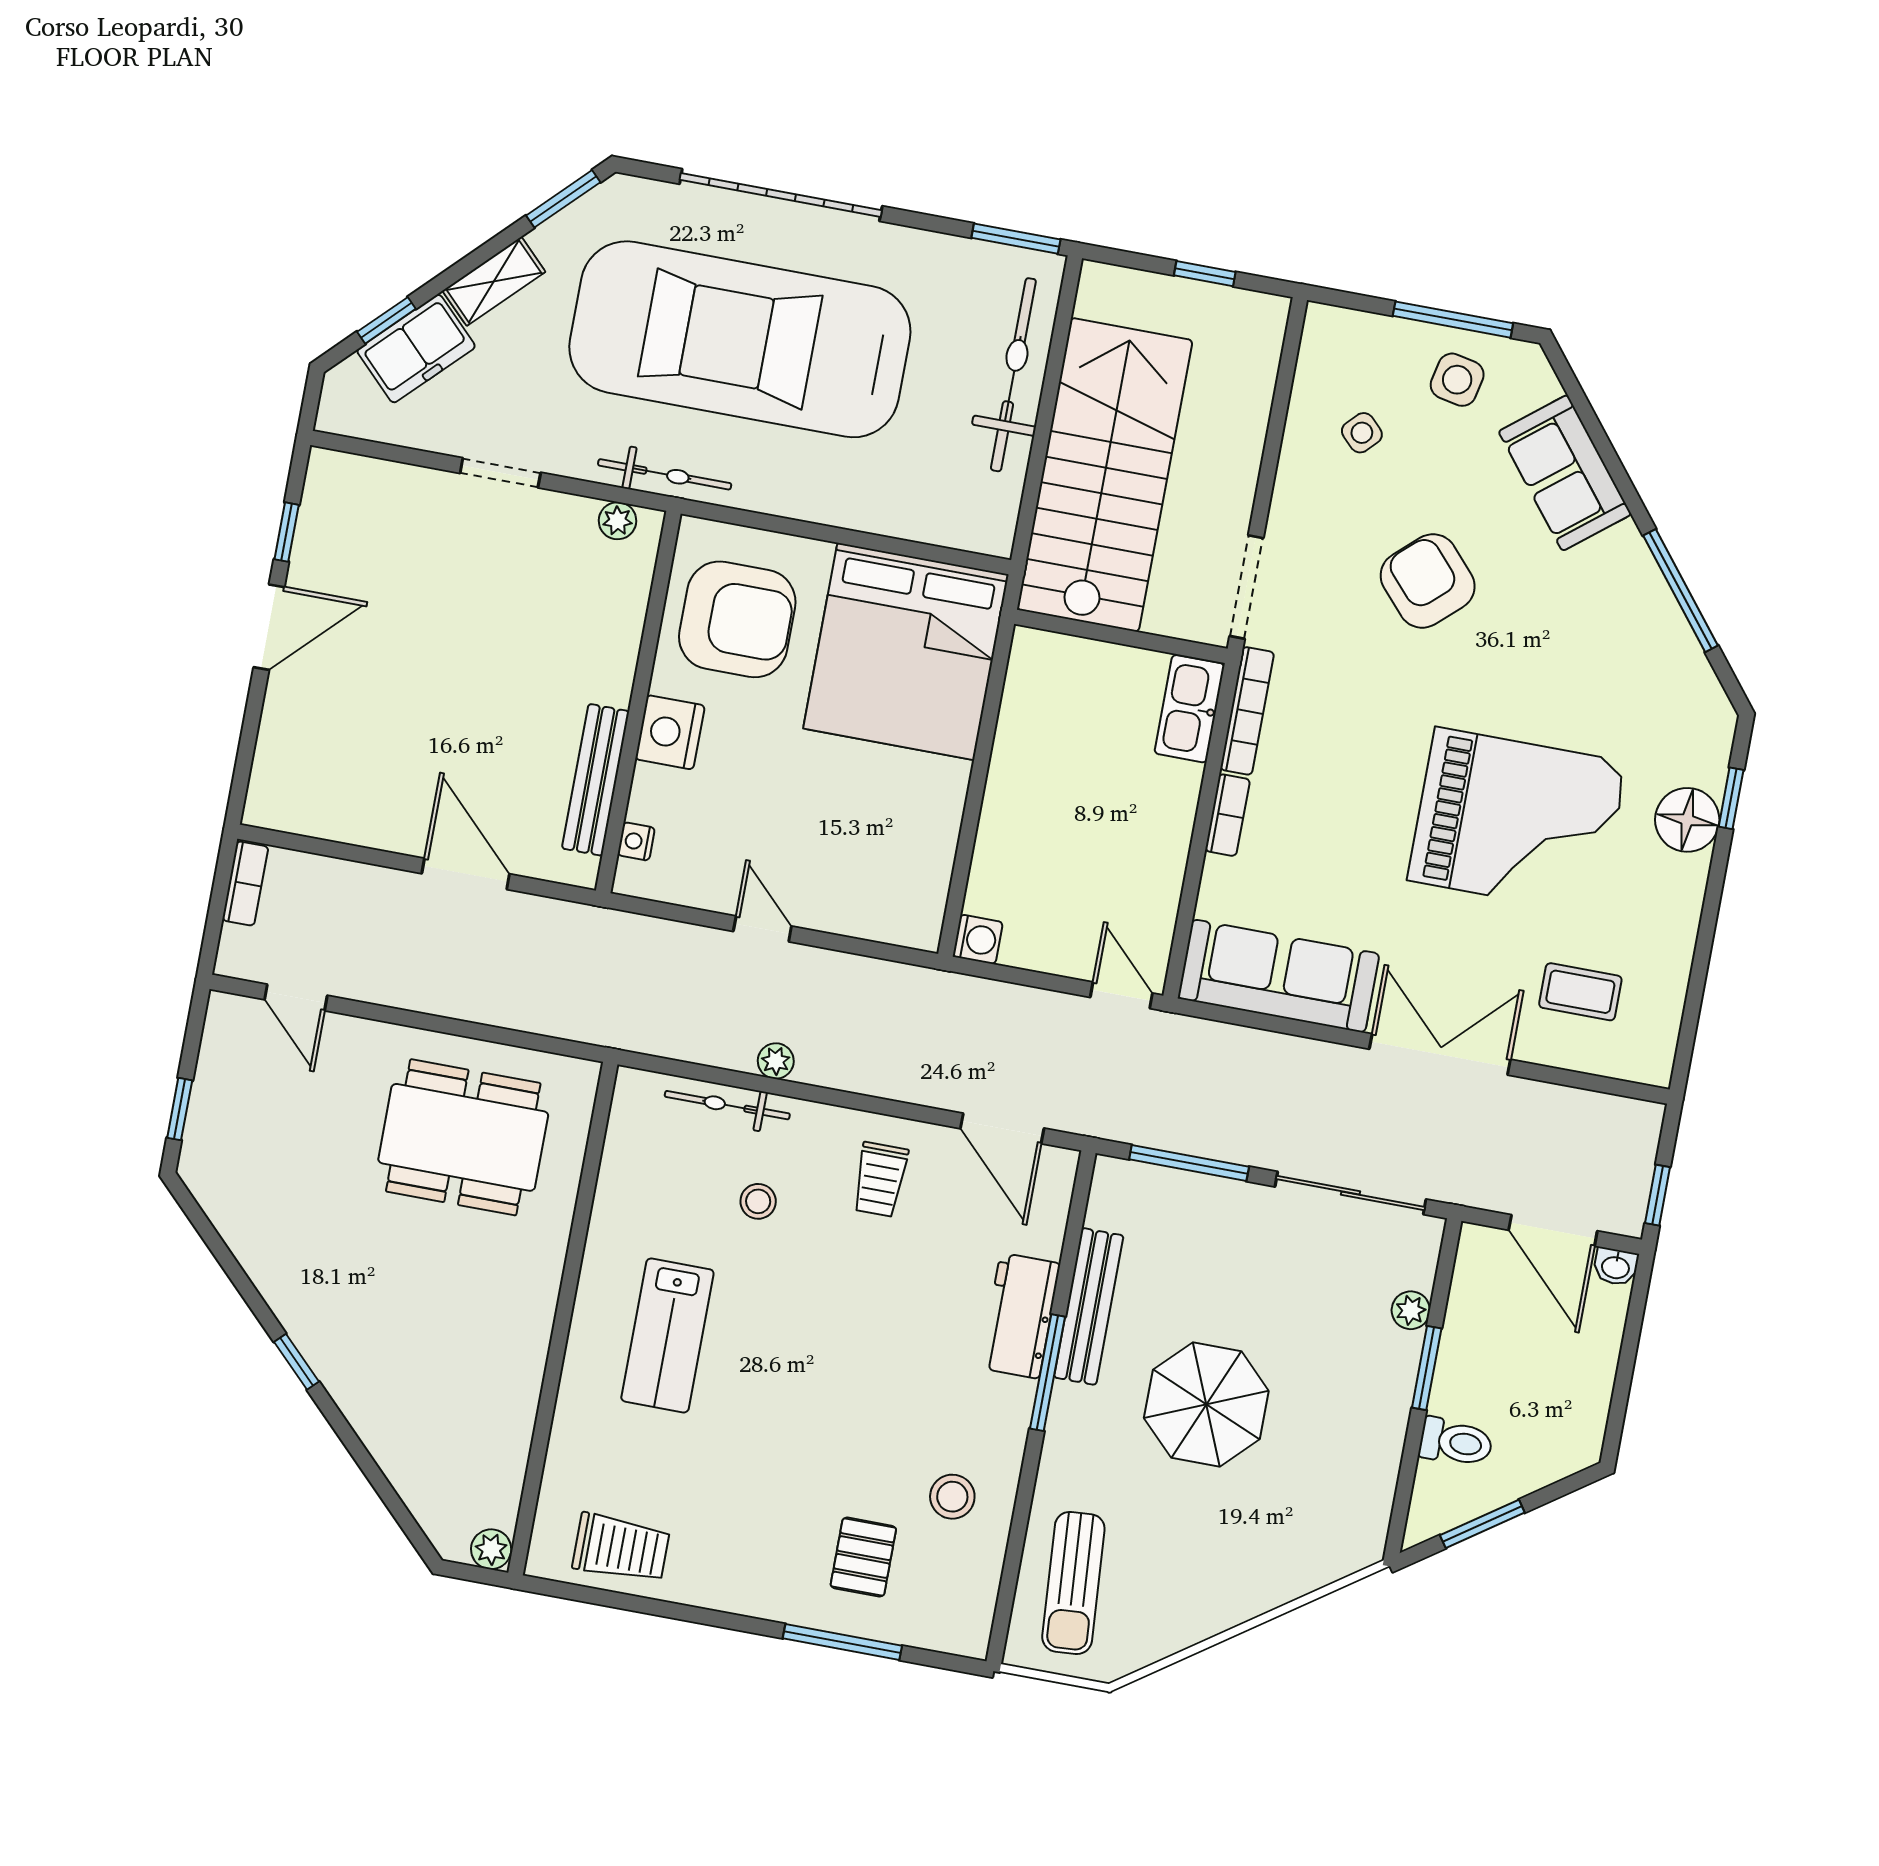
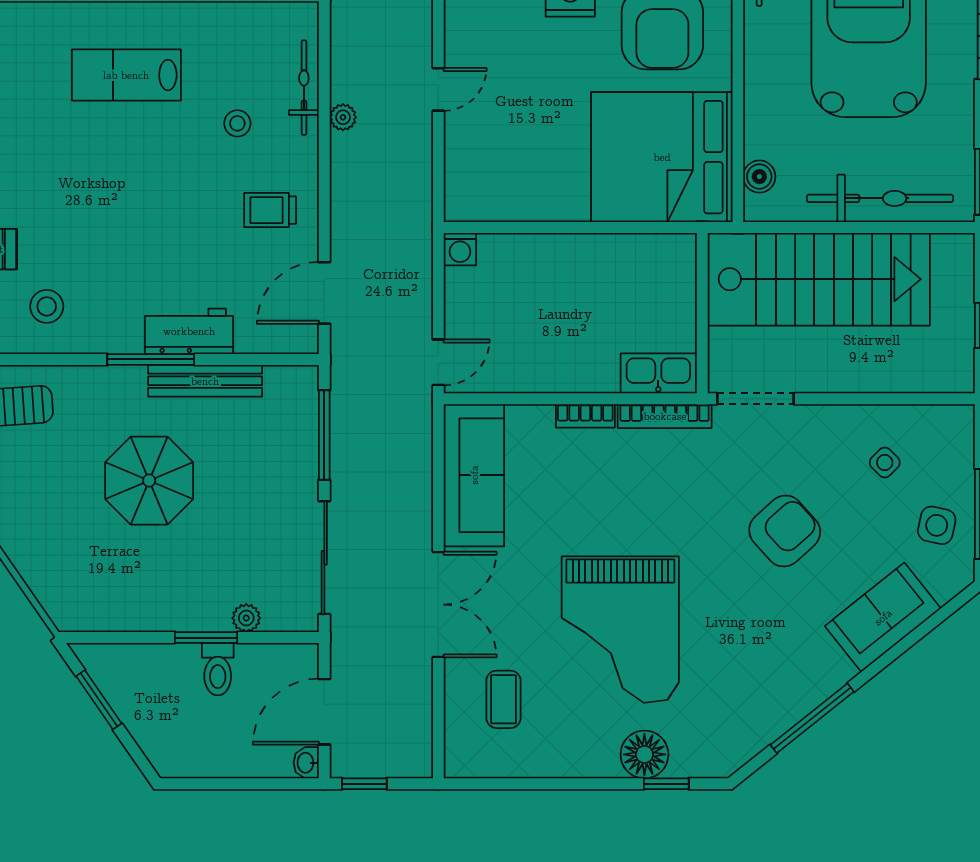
boiler: (955, 528) -> (759, 177), added
toilet: (1456, 1442) -> (218, 669), moved

